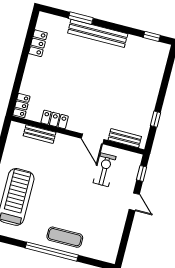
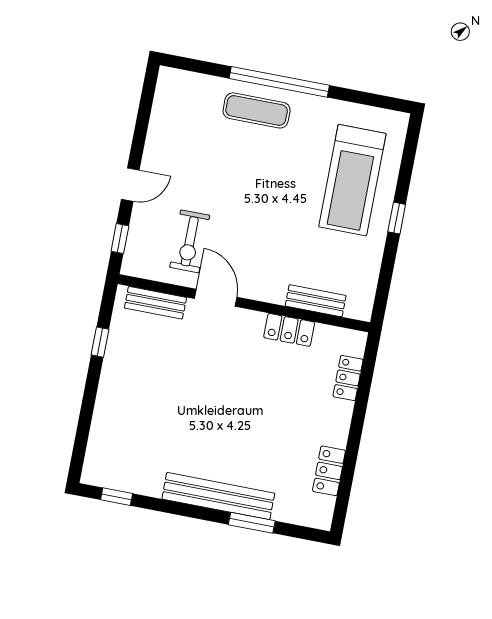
locker: (21, 105) -> (348, 378), moved
door: (134, 202) -> (130, 185), swing flipped

